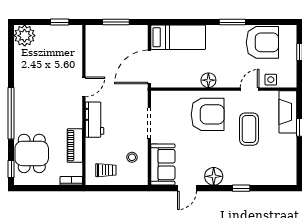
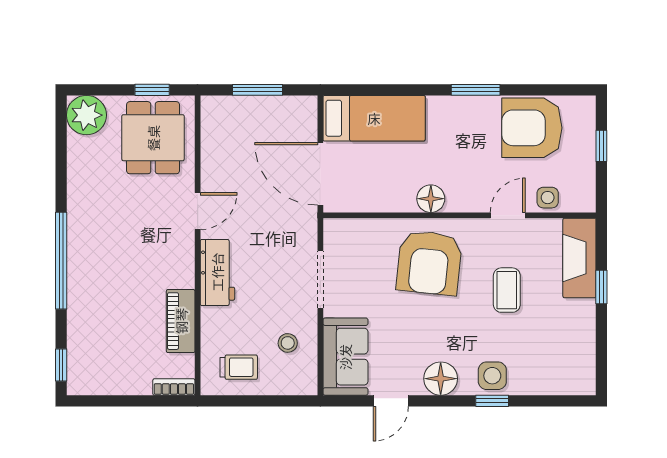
armchair: (262, 42) -> (532, 128), turned 180
door: (149, 67) -> (320, 174), hinge flipped
armchair: (208, 114) -> (429, 263), turned 96
coffee table: (249, 129) -> (507, 290), width x0.73, depth x0.77
dining table: (32, 153) -> (153, 138), moved
side table: (241, 175) -> (492, 376), added

